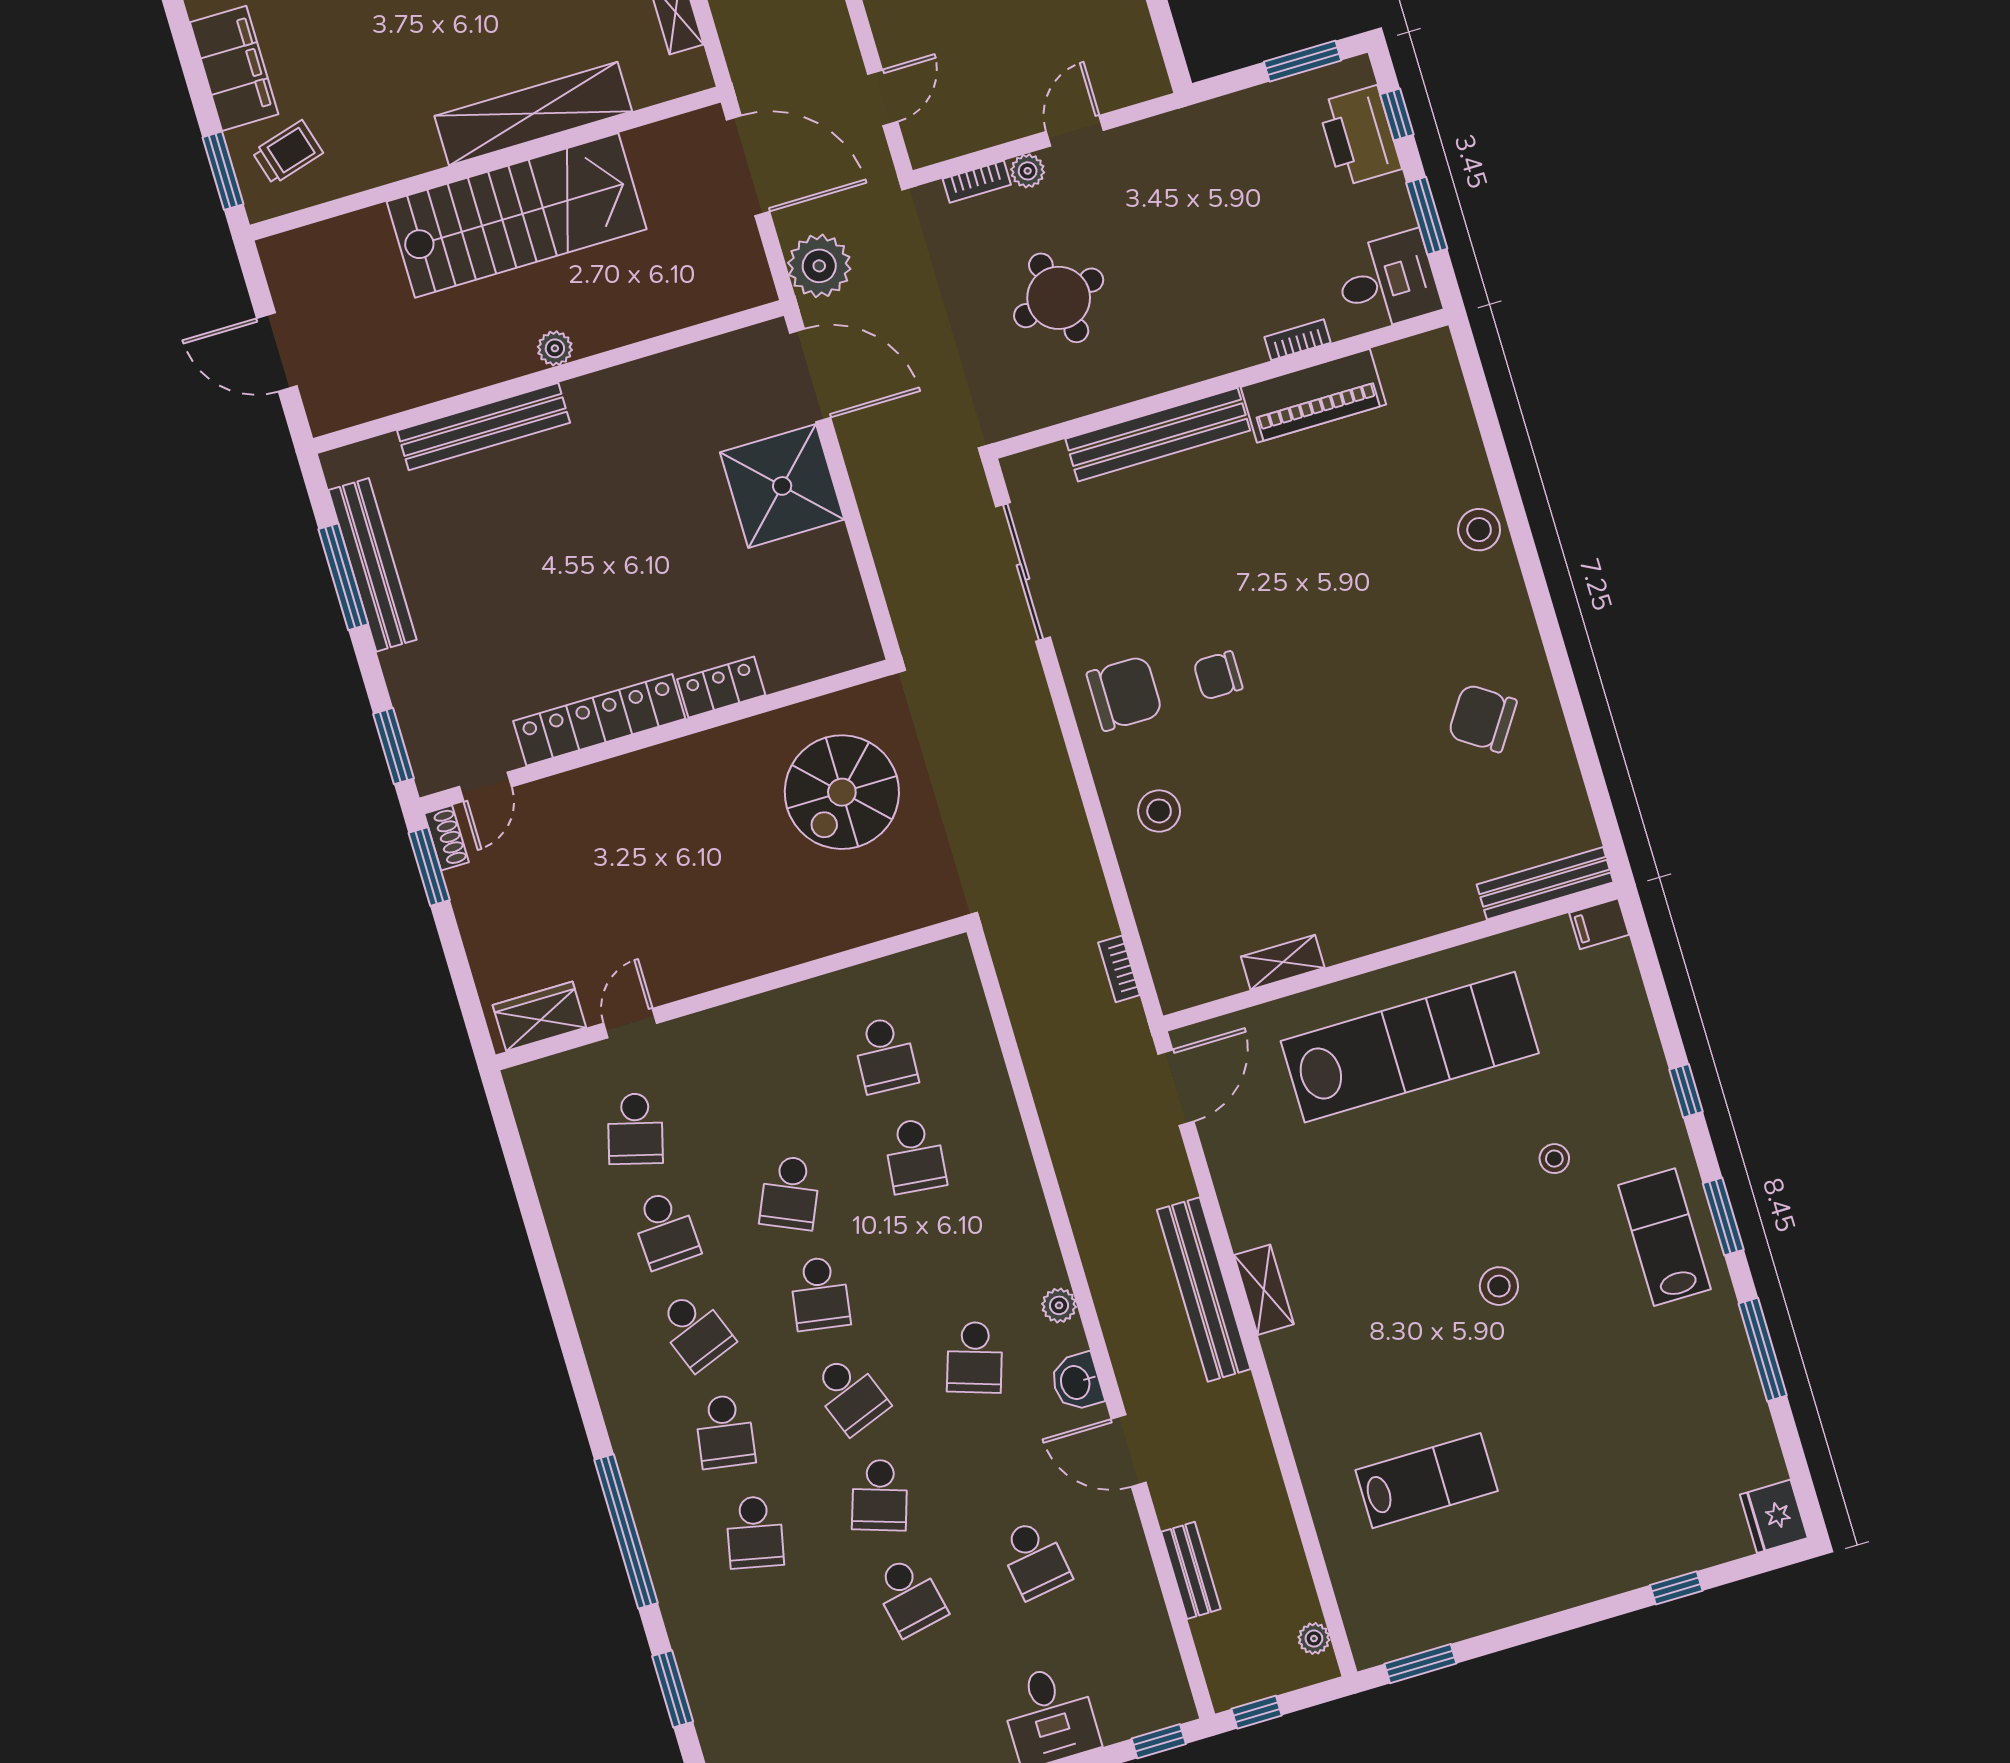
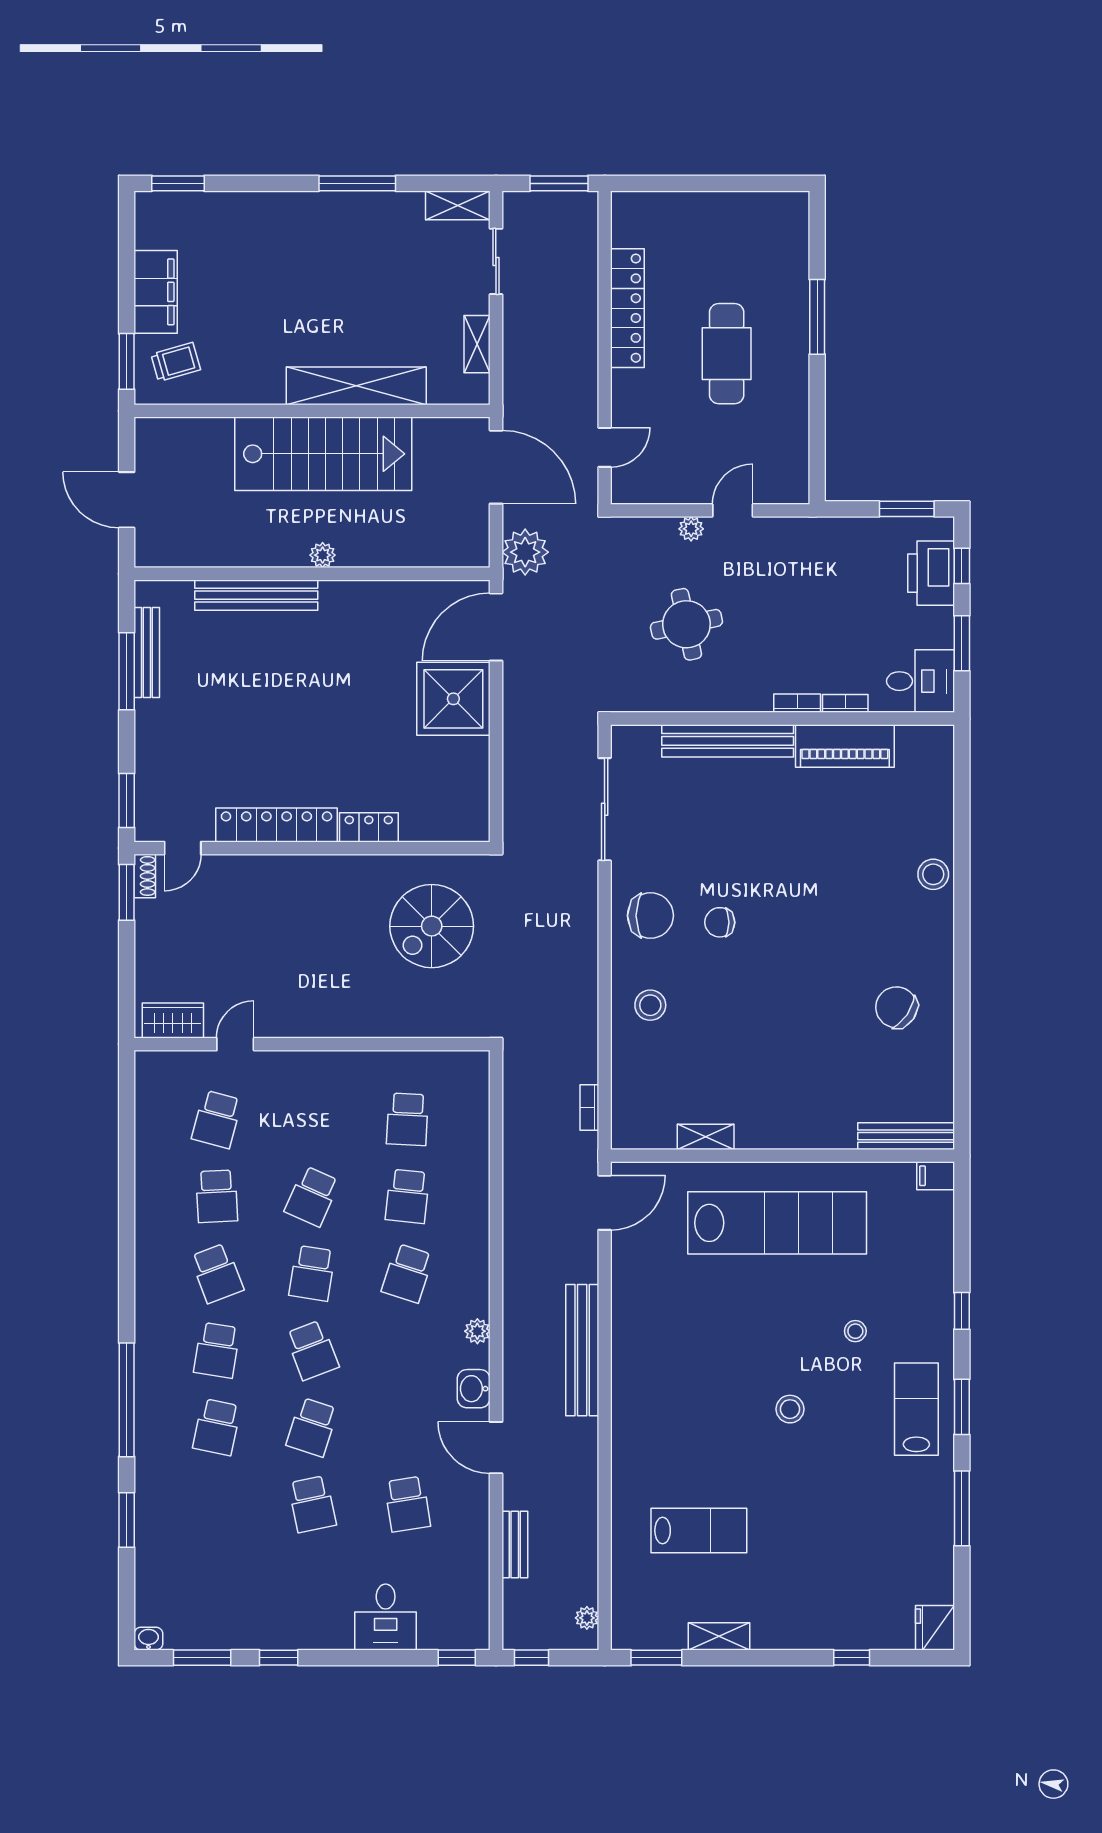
bookcase: (977, 182) -> (797, 703), moved, turned 180
door: (810, 375) -> (496, 627), swing flipped
bench: (372, 565) -> (147, 652), width x0.73, depth x0.82
shelving: (1264, 1290) -> (719, 1636), moved, turned 90
school desk: (975, 1357) -> (407, 1273), moved

